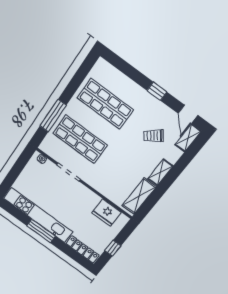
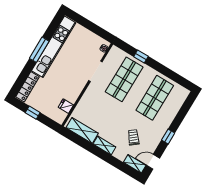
window: (53, 116) -> (141, 57), width x0.46
fridge: (106, 213) -> (66, 106), width x0.53, depth x0.75

